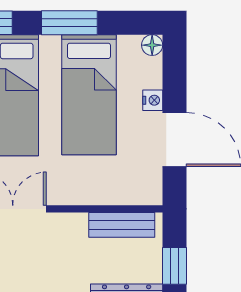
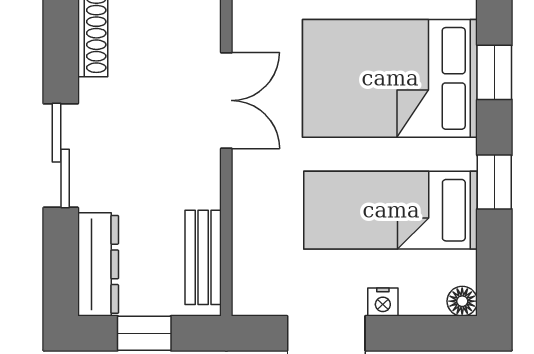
window: (69, 23) -> (494, 182), width x0.67

